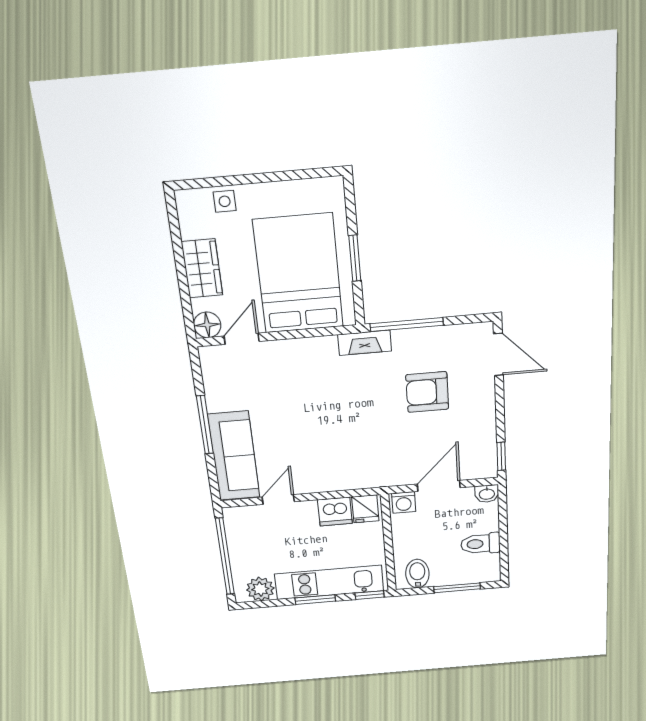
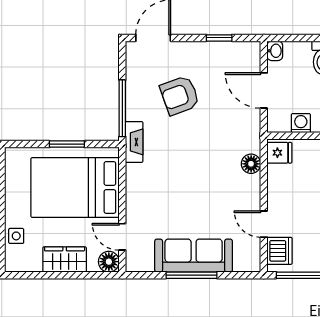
armchair: (427, 392) -> (180, 95), turned 70
sofa: (234, 456) -> (194, 256), moved
window: (501, 456) -> (219, 38), moved
floor lamp: (349, 480) -> (251, 164), added
washing machine: (404, 502) -> (301, 123), moved, turned -90
dishwasher: (335, 512) -> (280, 251), moved

